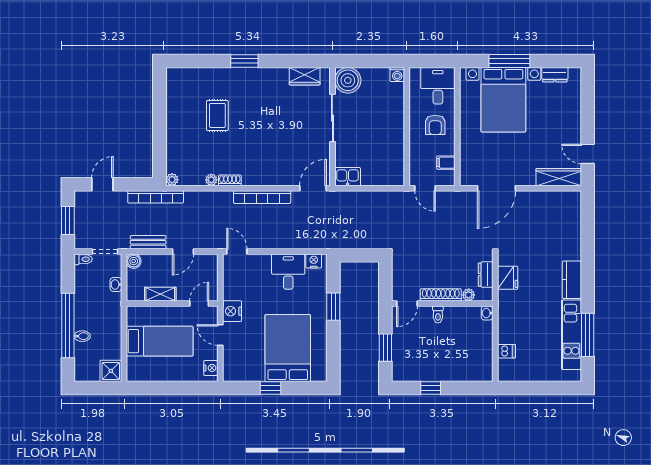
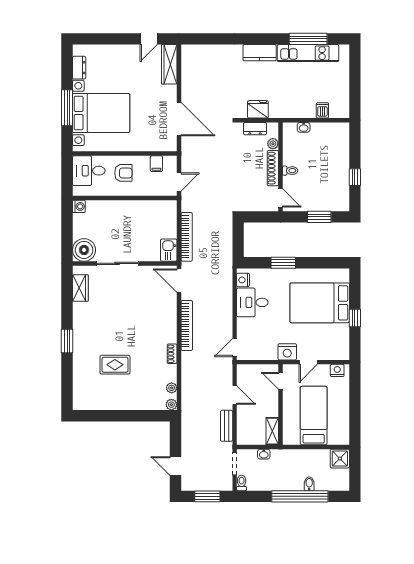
plant: (211, 180) -> (172, 388), moved
bookcase: (156, 197) -> (187, 237), moved
boiler: (134, 261) -> (243, 438), removed
shelving: (160, 294) -> (272, 431), moved
washbasin: (487, 313) -> (304, 127), moved

